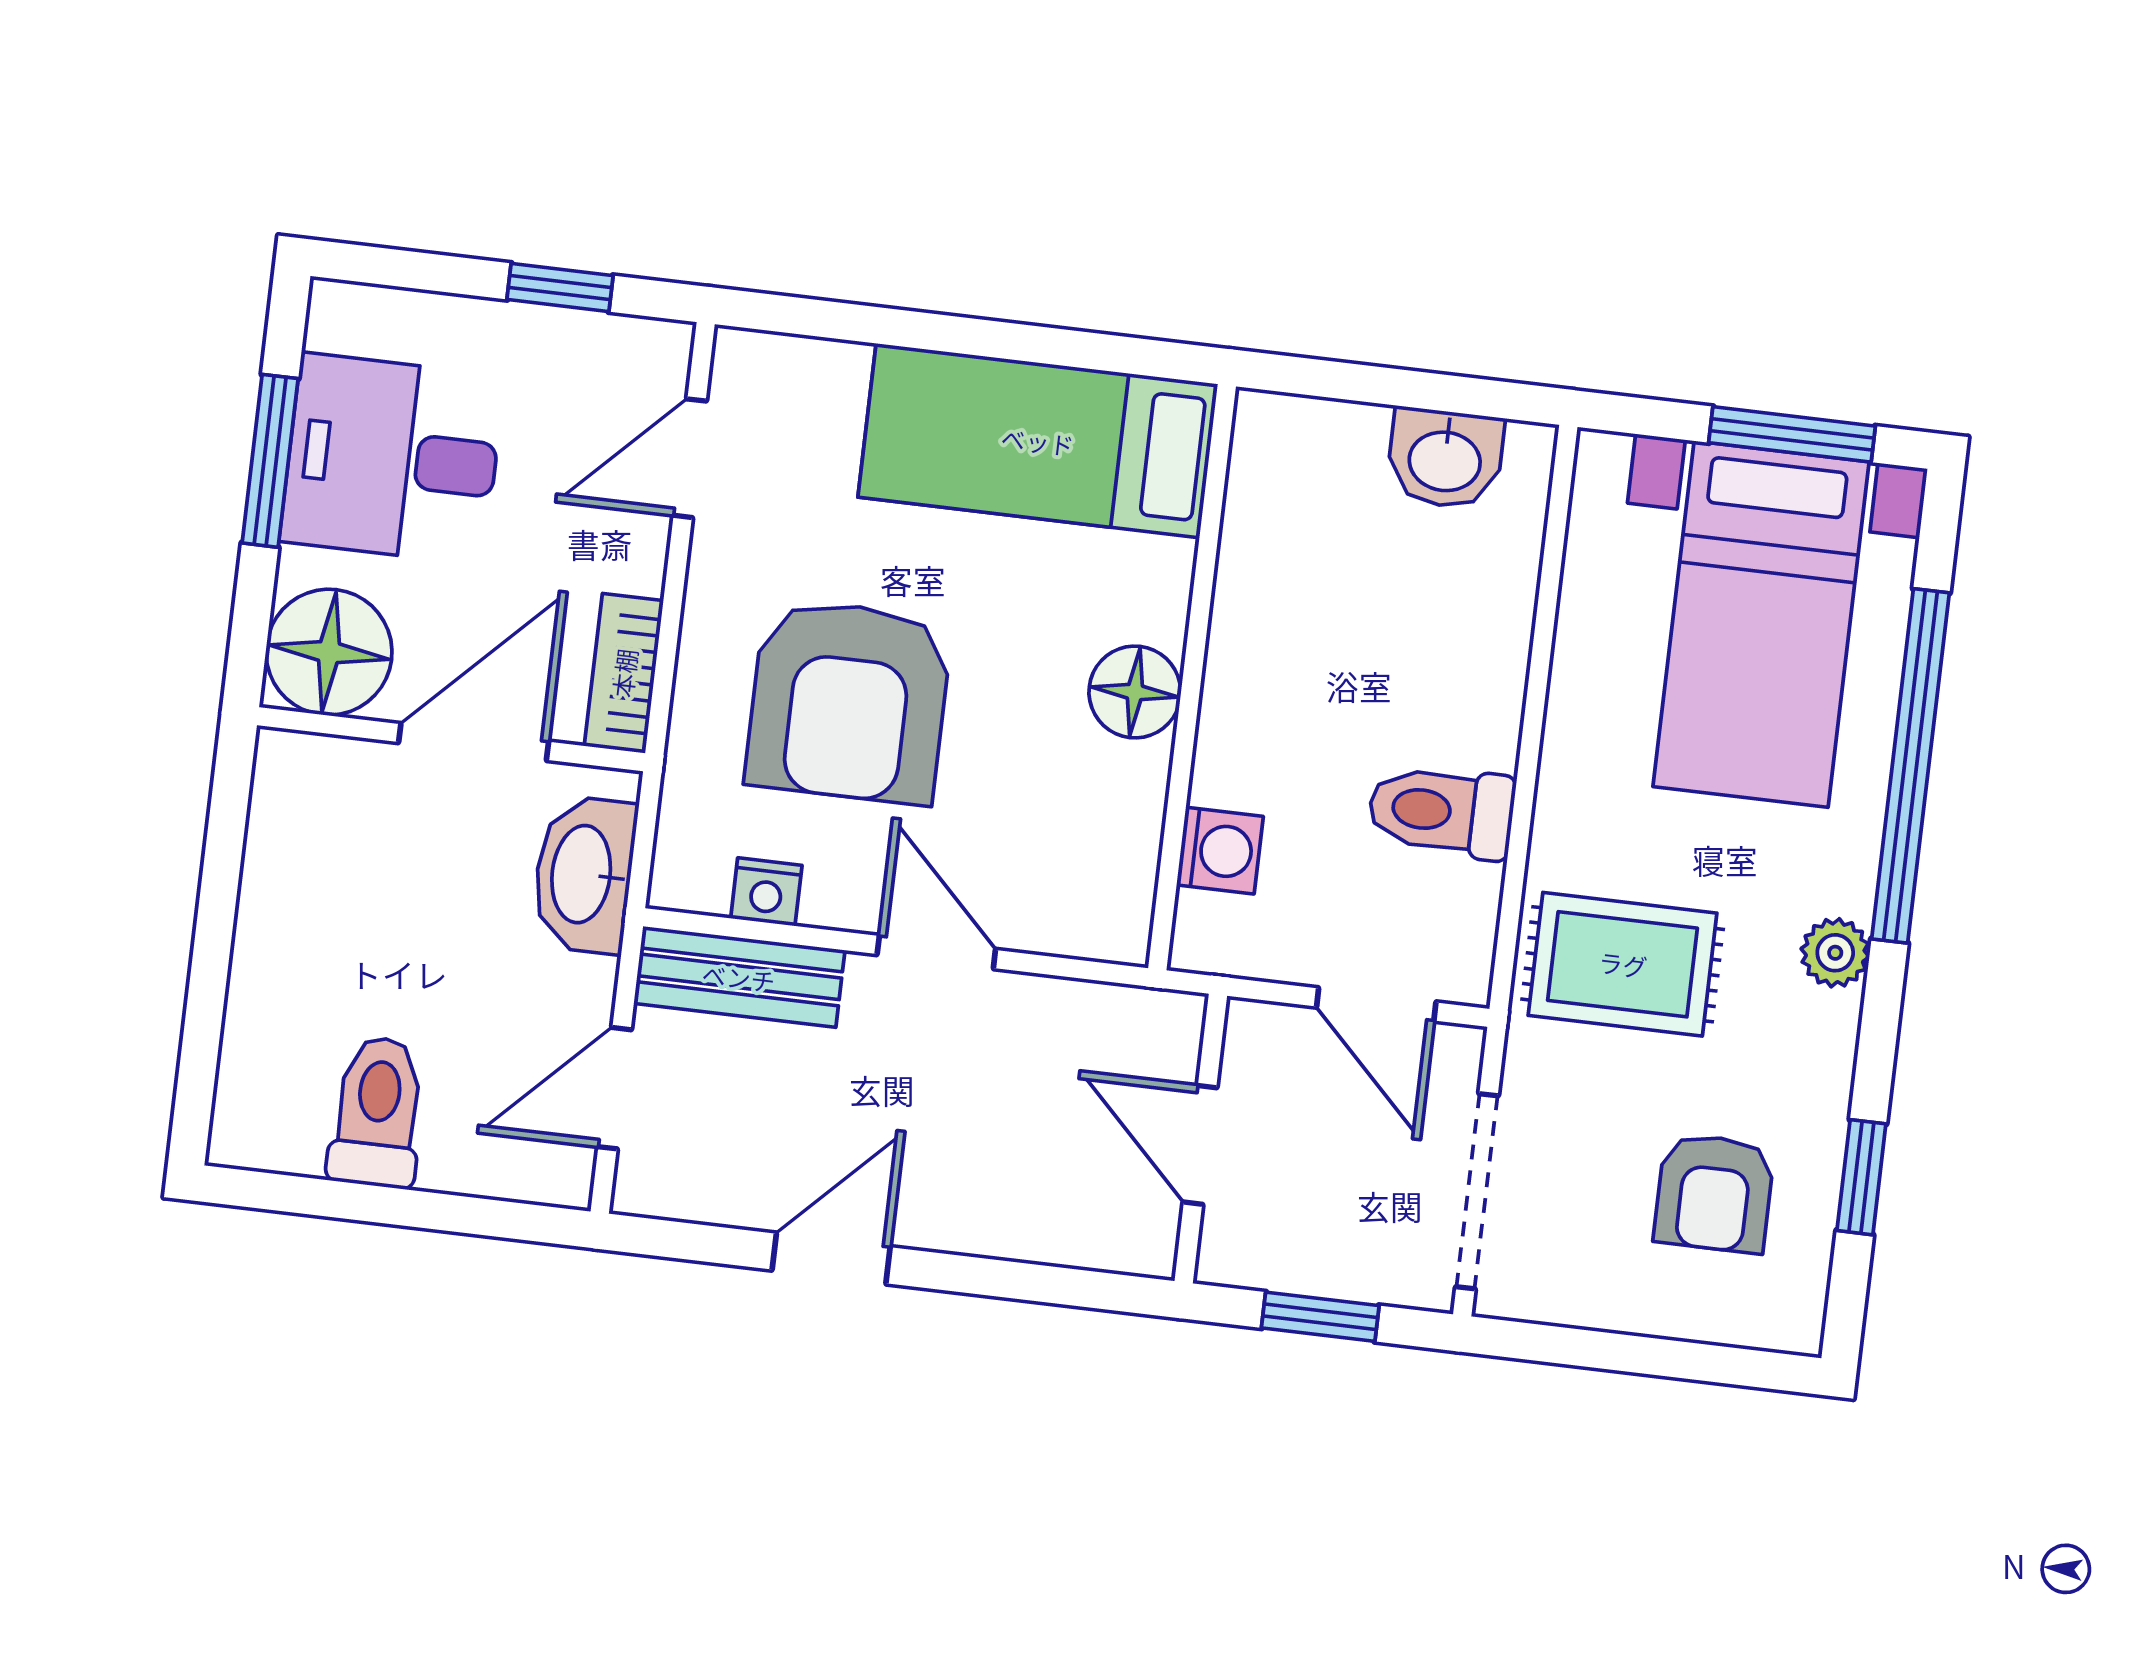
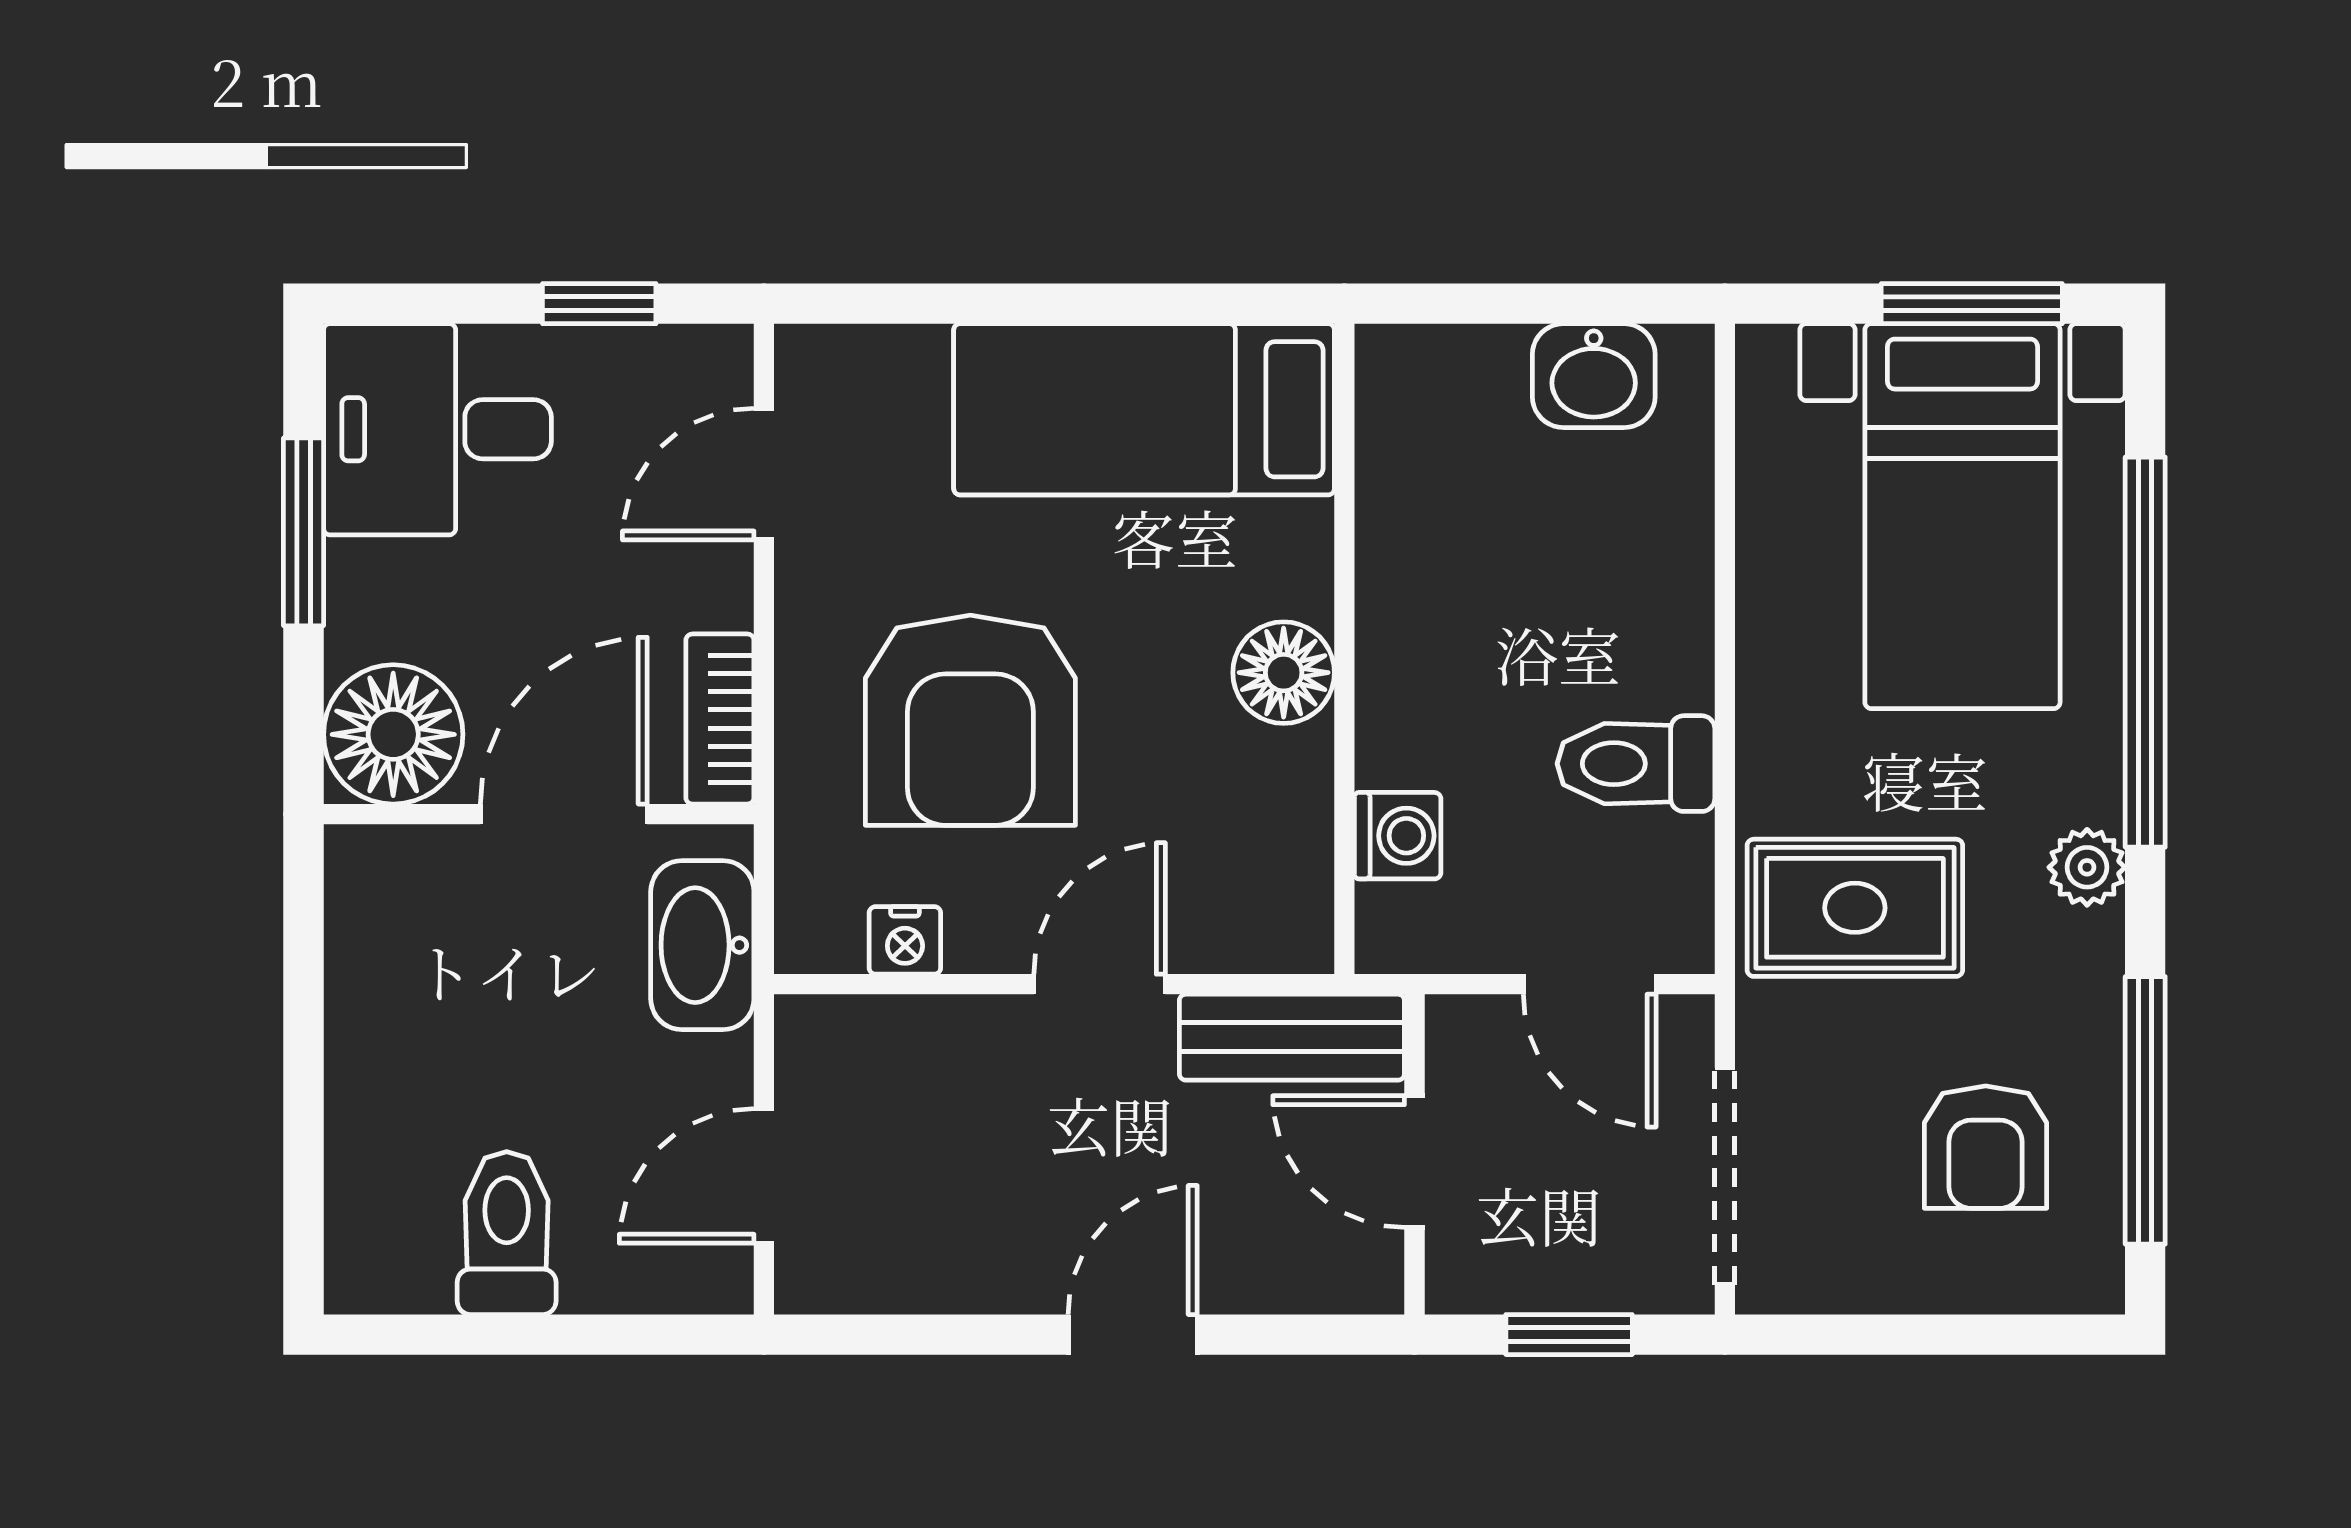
desk: (392, 459) -> (437, 429), moved
door: (936, 952) -> (1100, 984), hinge flipped
bench: (739, 977) -> (1292, 1037), moved
window: (1861, 1177) -> (2145, 1110), width x2.17
door: (831, 1258) -> (1133, 1335), moved

